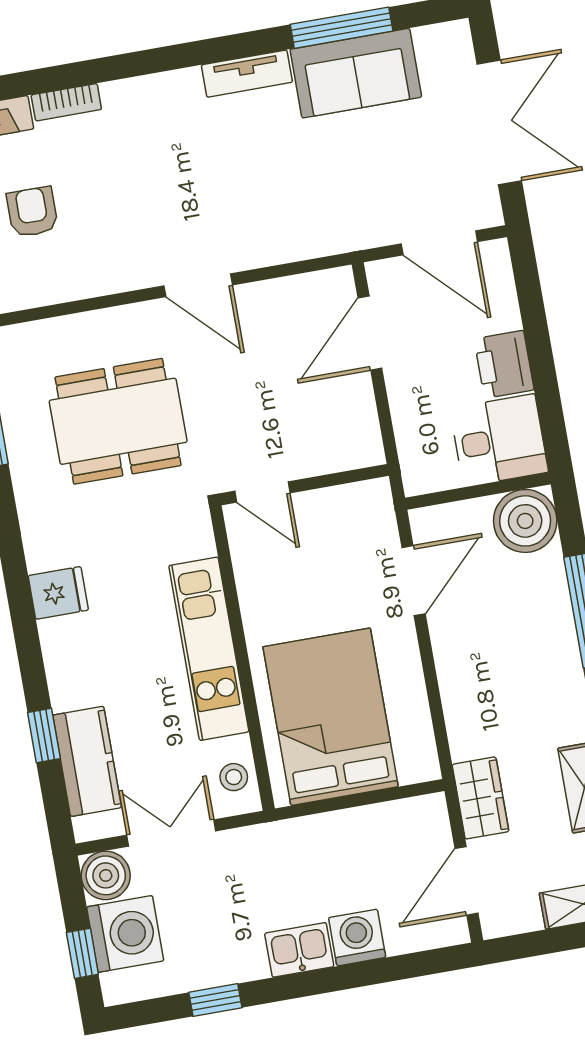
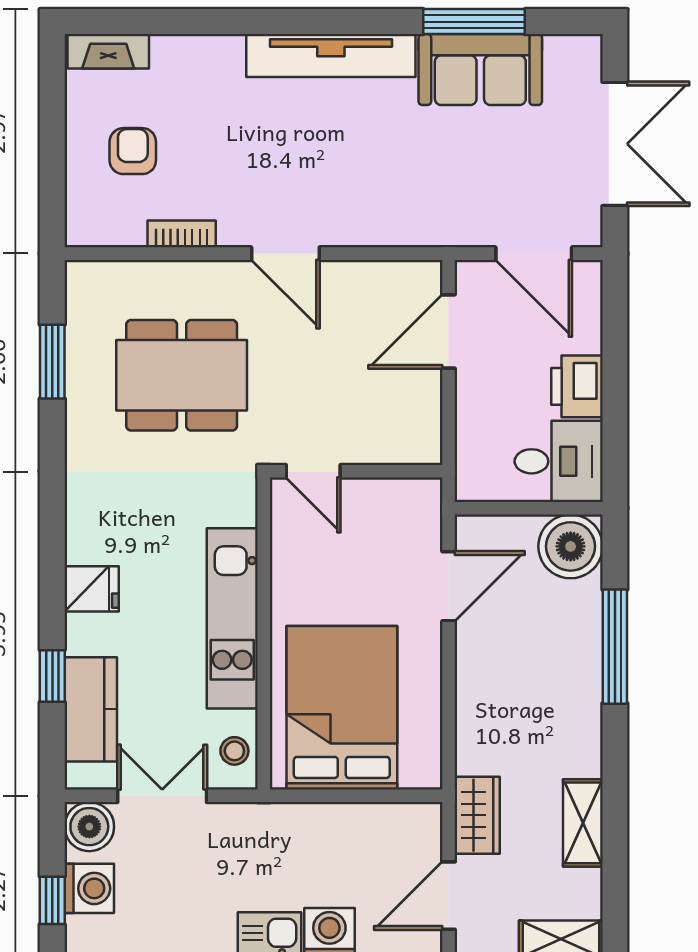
tv unit: (247, 74) -> (331, 56), width x1.92, depth x1.29
bookcase: (66, 102) -> (182, 234), moved, turned 180
fridge: (58, 593) -> (92, 589), moved
washing machine: (125, 934) -> (89, 888), width x0.73, depth x0.73

